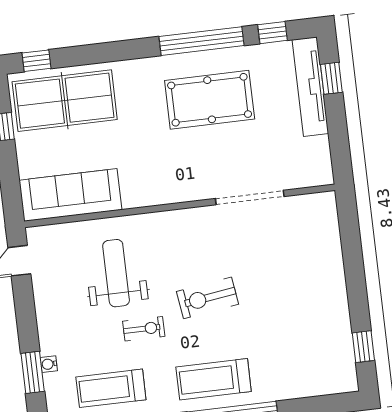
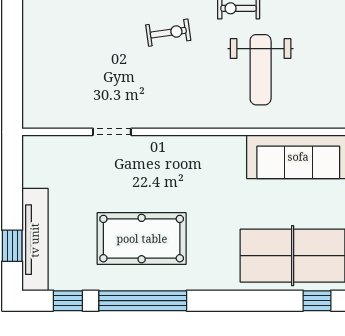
doorway: (250, 197) -> (112, 132), width x0.53
exercise bike: (208, 298) -> (168, 33), width x0.73, depth x0.72

